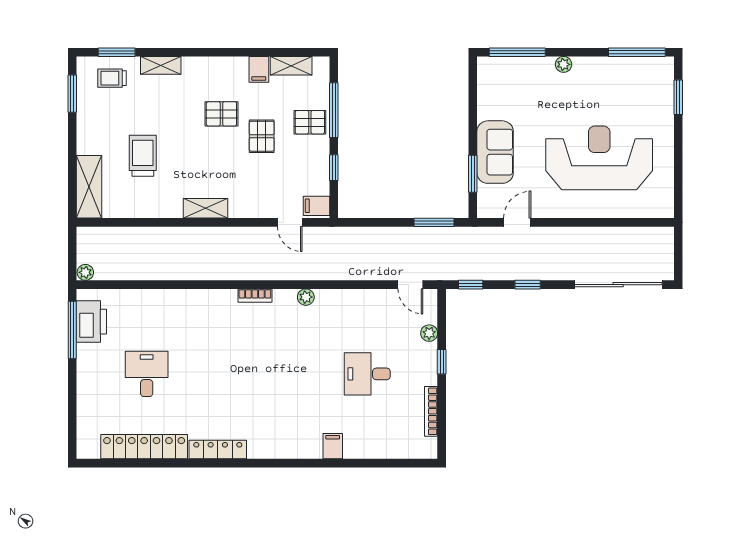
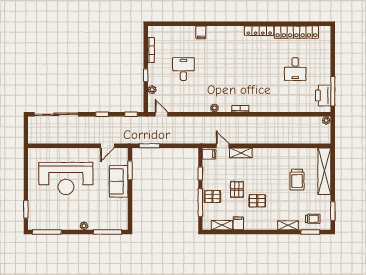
shelving: (89, 187) -> (324, 171), width x1.47
shelving: (206, 208) -> (241, 153), moved
desk: (367, 374) -> (183, 69), turned -90

